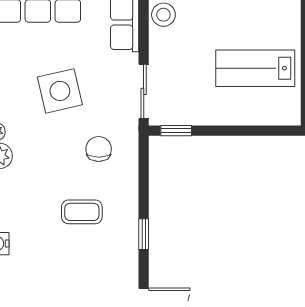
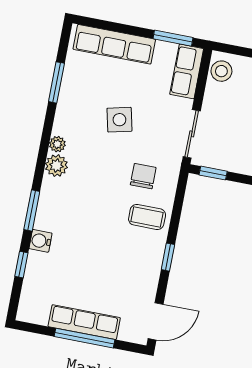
side table: (60, 91) -> (119, 120), width x0.73, depth x0.73
coffee table: (82, 212) -> (147, 217), moved

